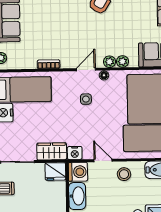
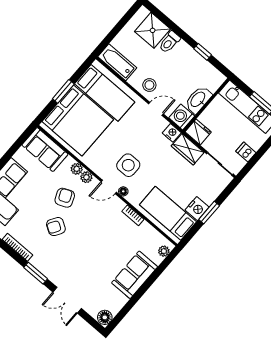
armchair: (112, 32) -> (65, 198), added
floor lamp: (104, 75) -> (123, 191), moved
side table: (86, 99) -> (128, 165), width x1.87, depth x1.87
door: (103, 160) -> (156, 109), swing flipped

